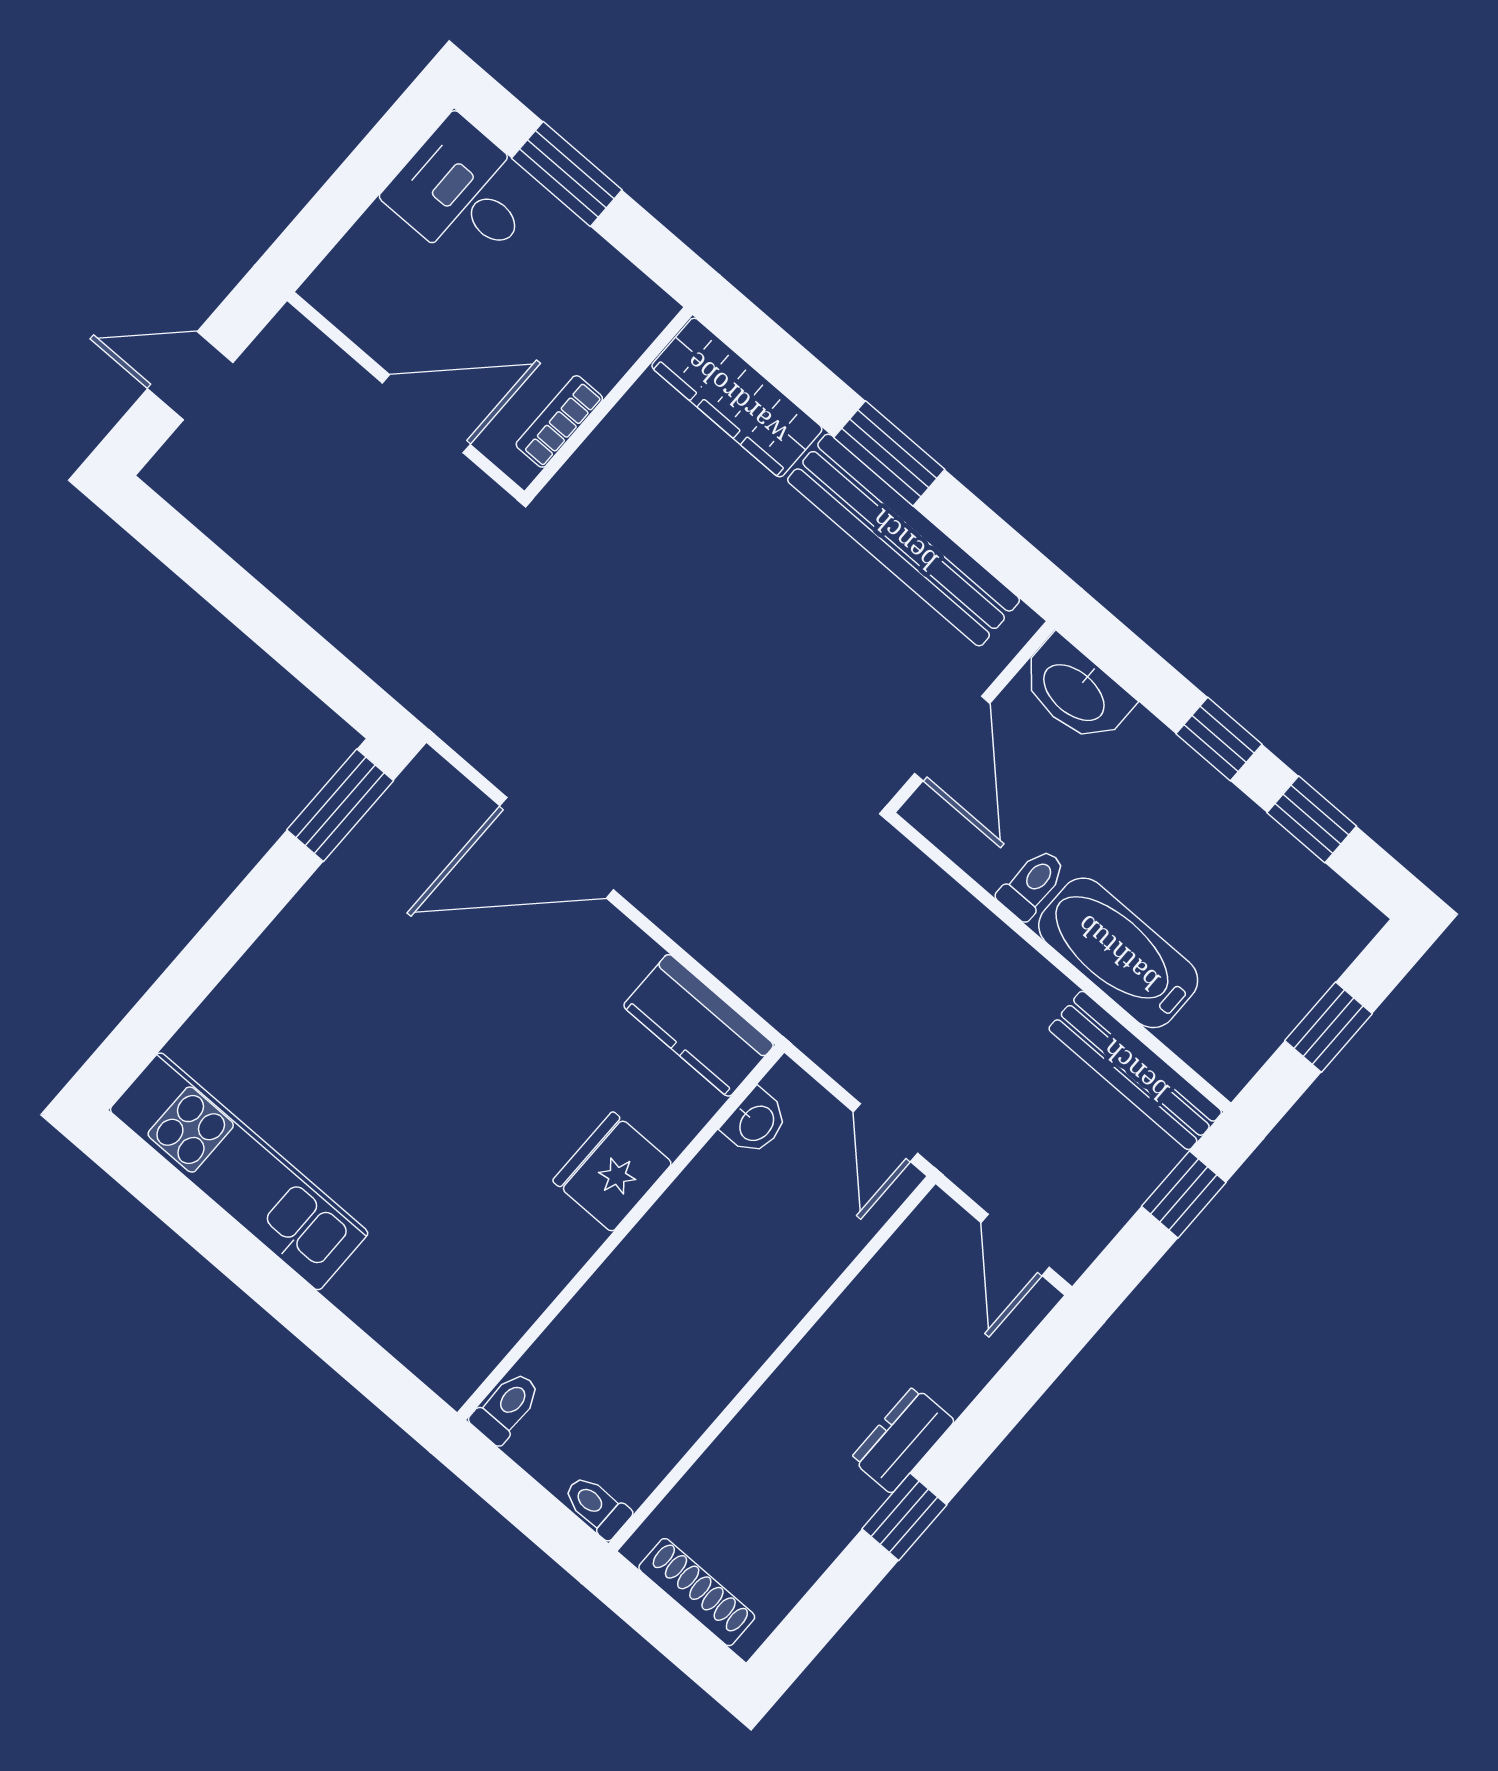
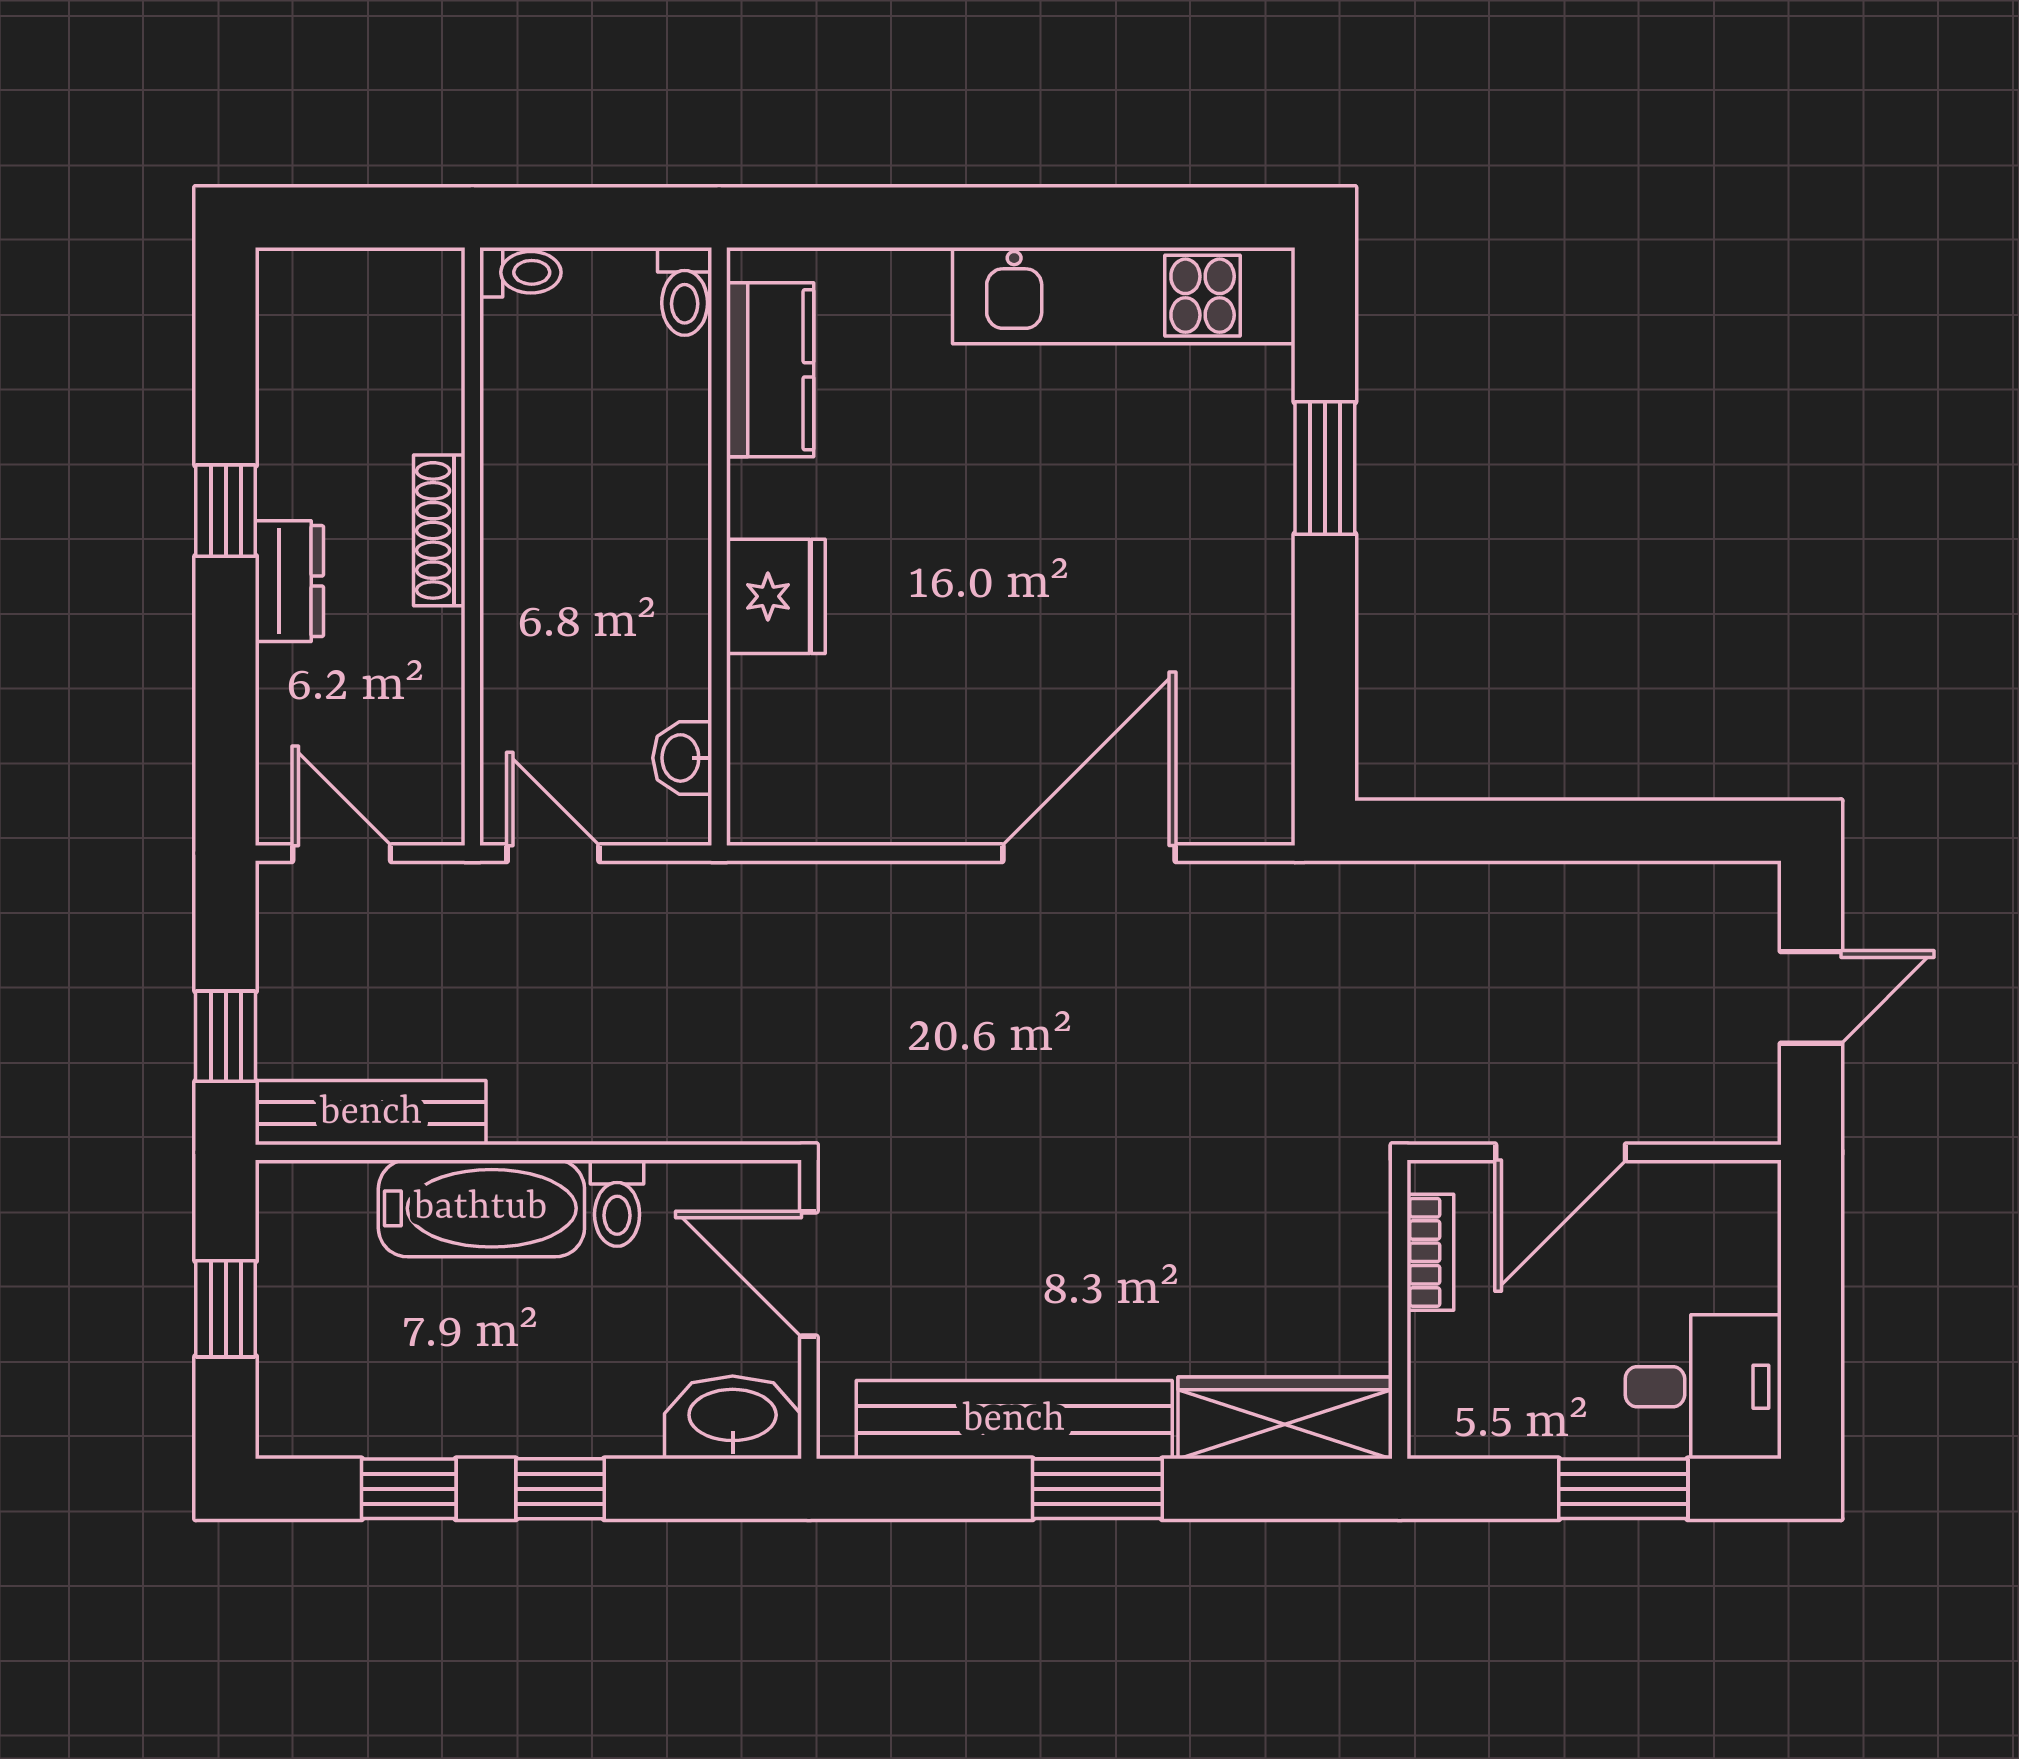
window: (340, 805) -> (1325, 468), moved
kitchen counter: (698, 1025) -> (770, 370), moved, turned 90
shoe rack: (697, 1592) -> (439, 530), moved, turned 90

